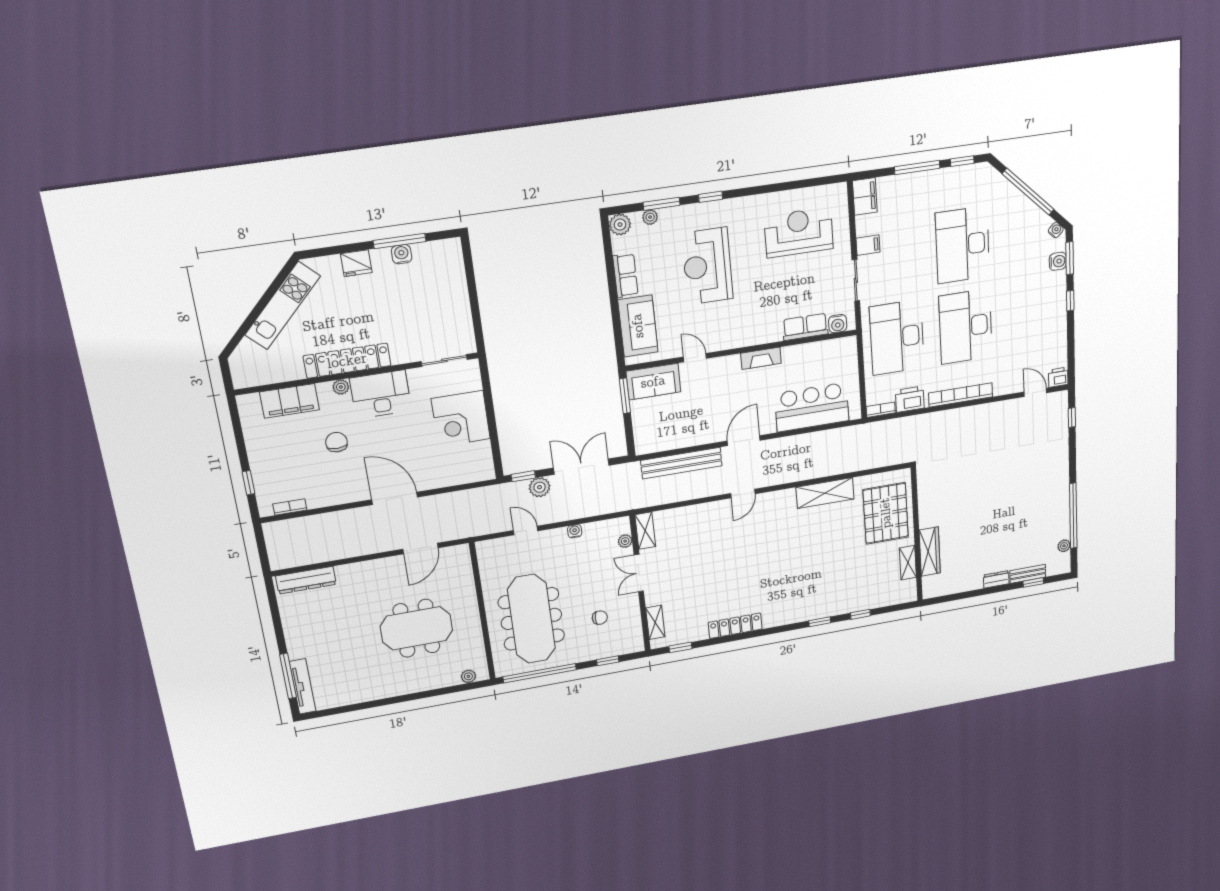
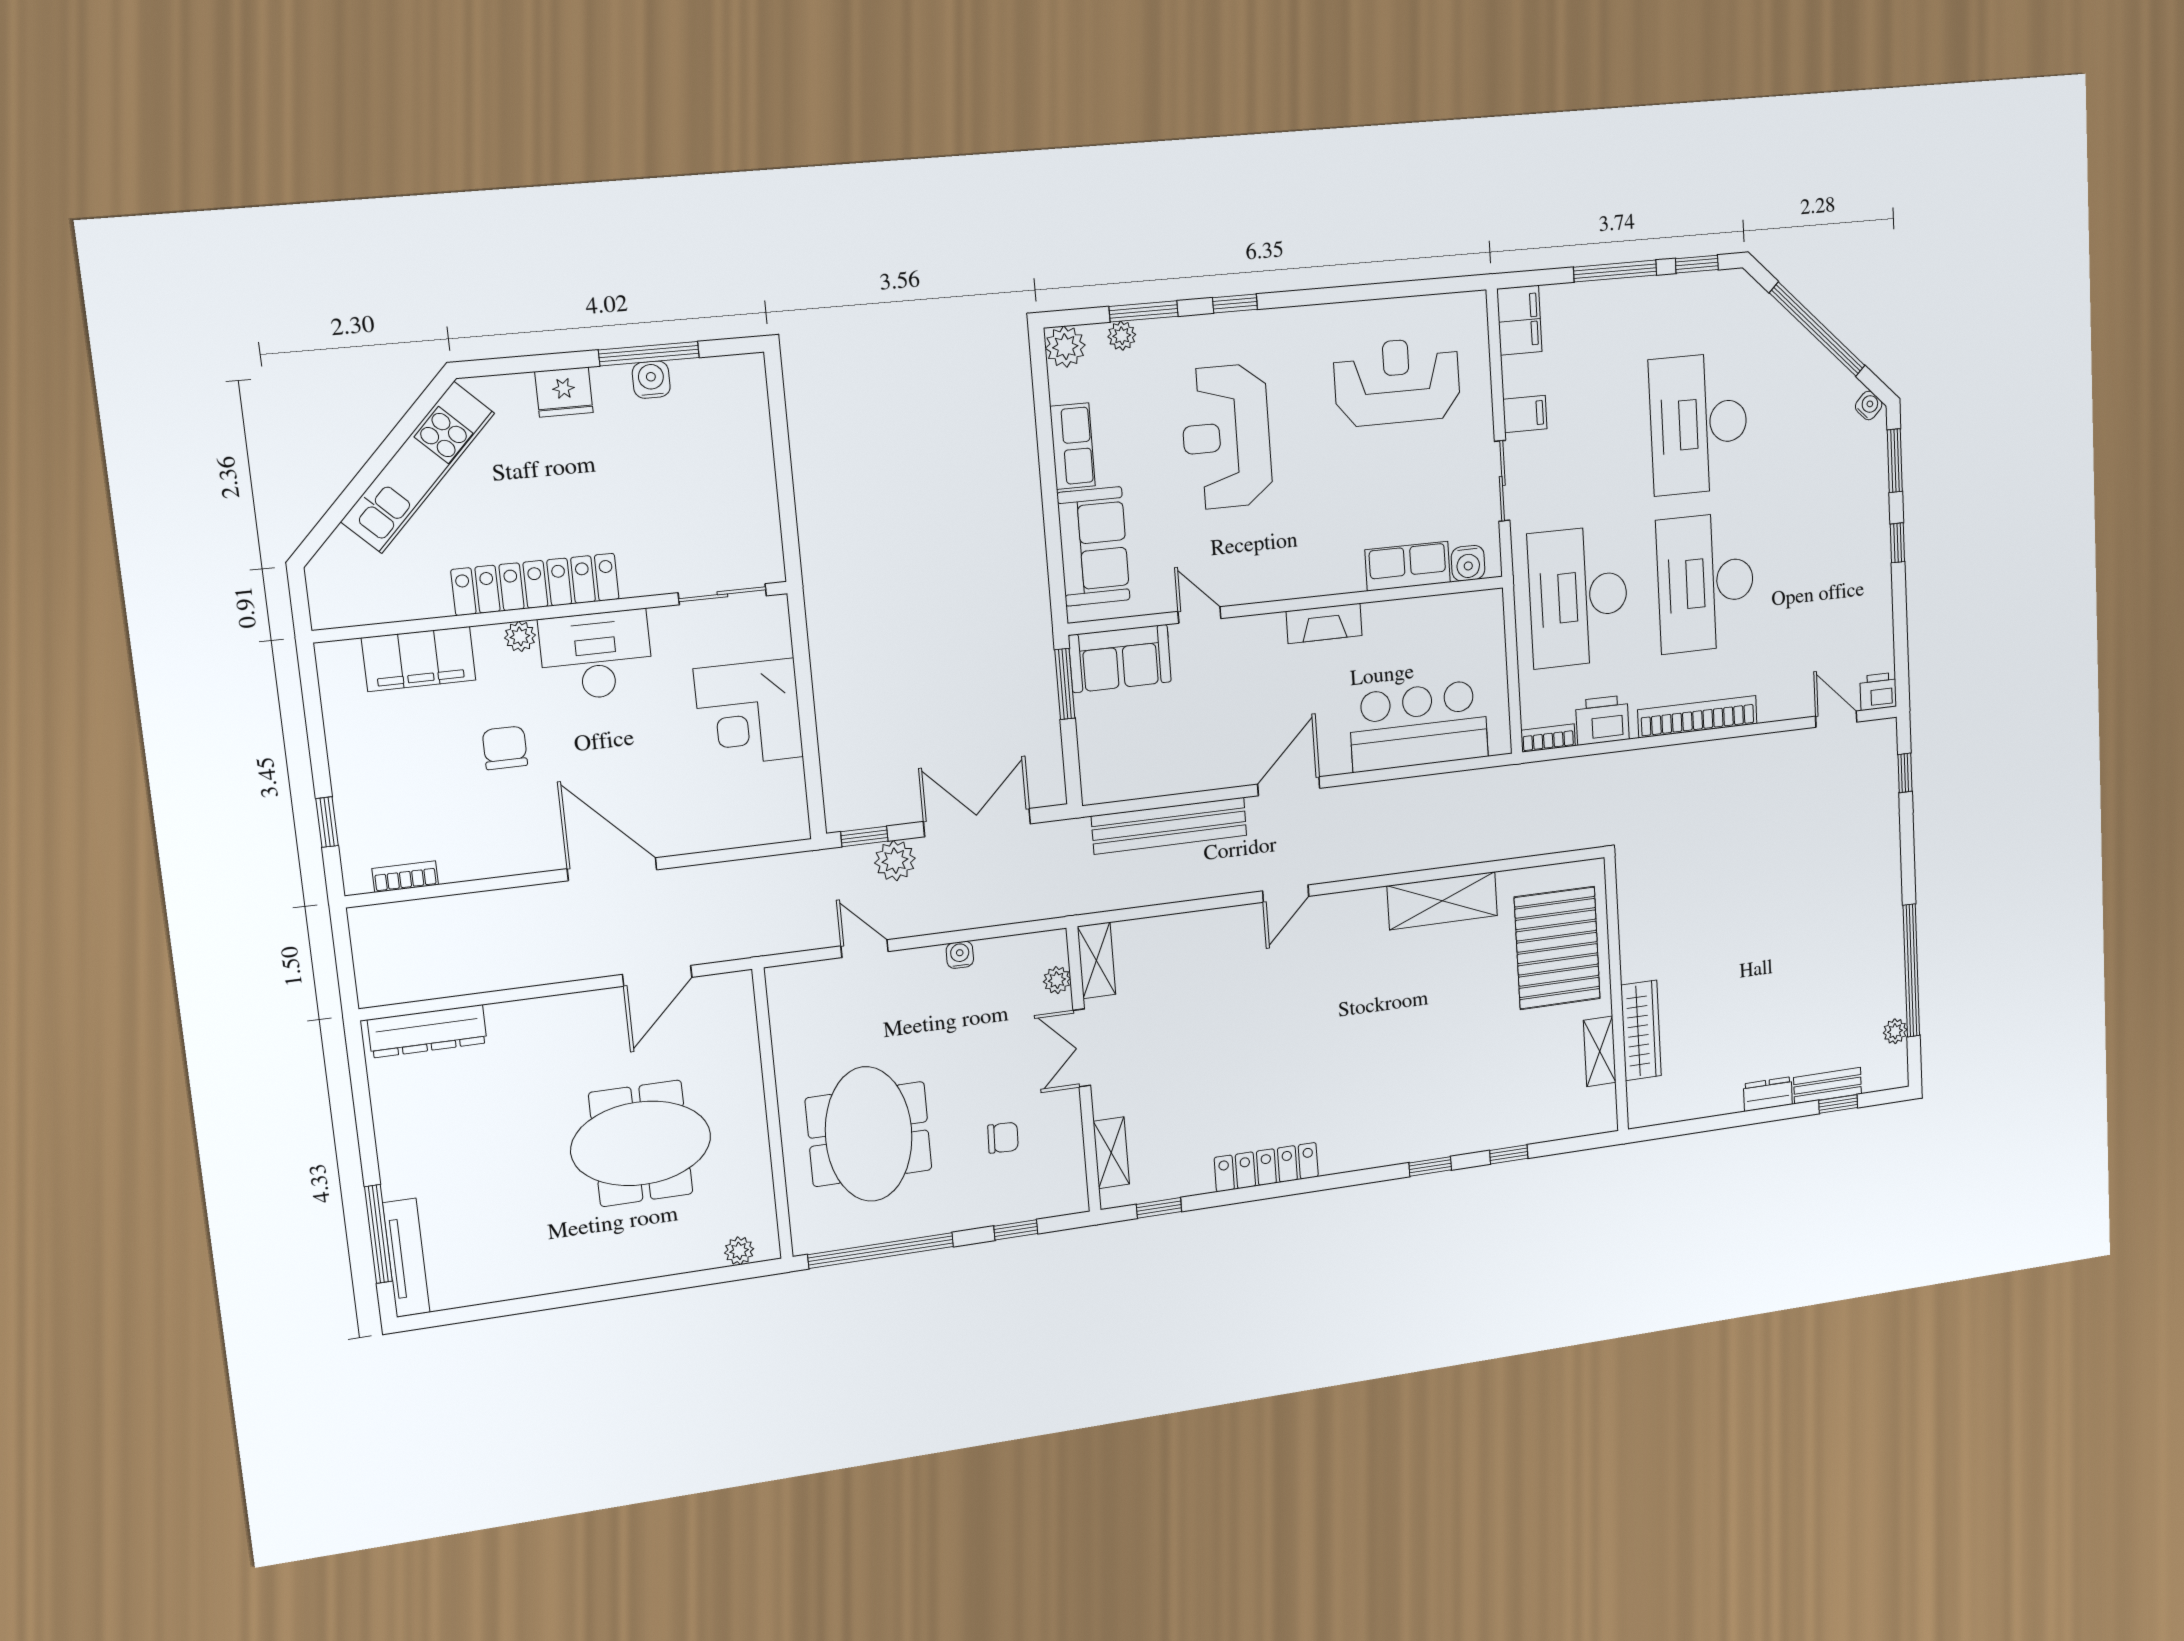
water cooler: (1058, 261) -> (1873, 466), removed
meeting table: (531, 619) -> (869, 1134), width x0.73

